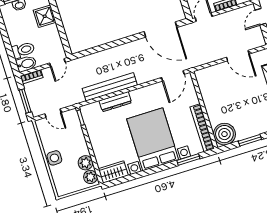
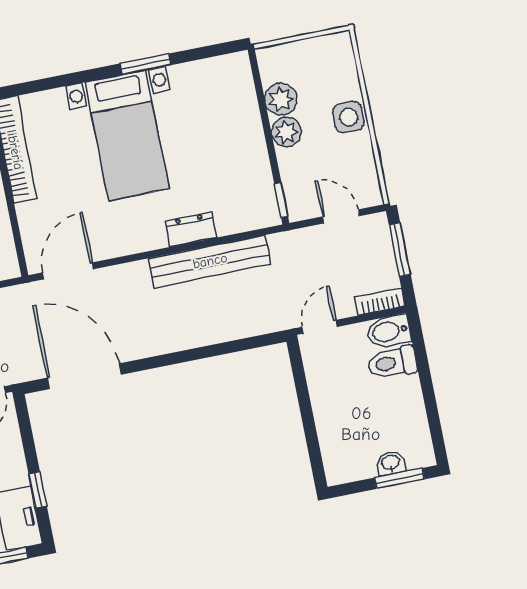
shower: (45, 16) -> (337, 432), removed
dresser: (115, 102) -> (191, 229), width x0.70
bed with nightstands: (153, 139) -> (127, 135), width x0.73
window: (188, 159) -> (146, 64), moved
wardrobe: (113, 172) -> (222, 72), removed
plant: (90, 177) -> (286, 132), moved

